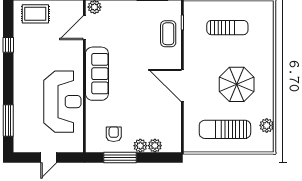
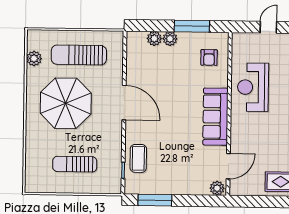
parasol: (237, 84) -> (66, 103), width x1.36, depth x1.36
reception desk: (62, 102) -> (253, 87), width x0.74, depth x0.77
sun lounger: (225, 129) -> (79, 55), turned 180
armchair: (114, 134) -> (209, 57), moved

